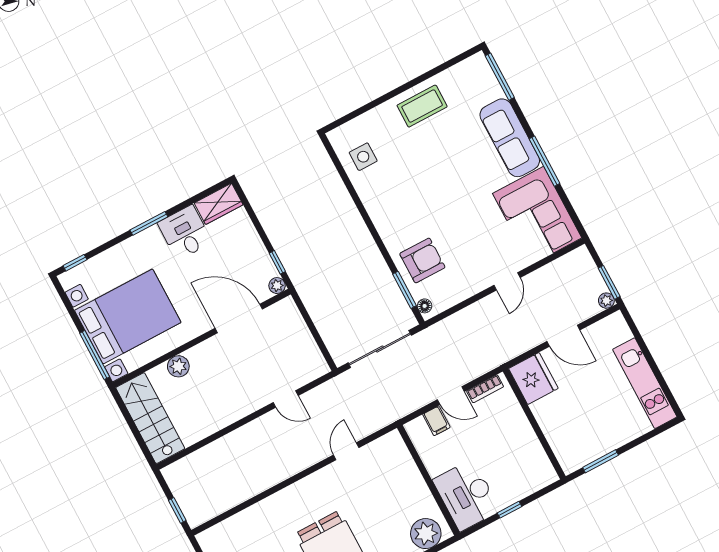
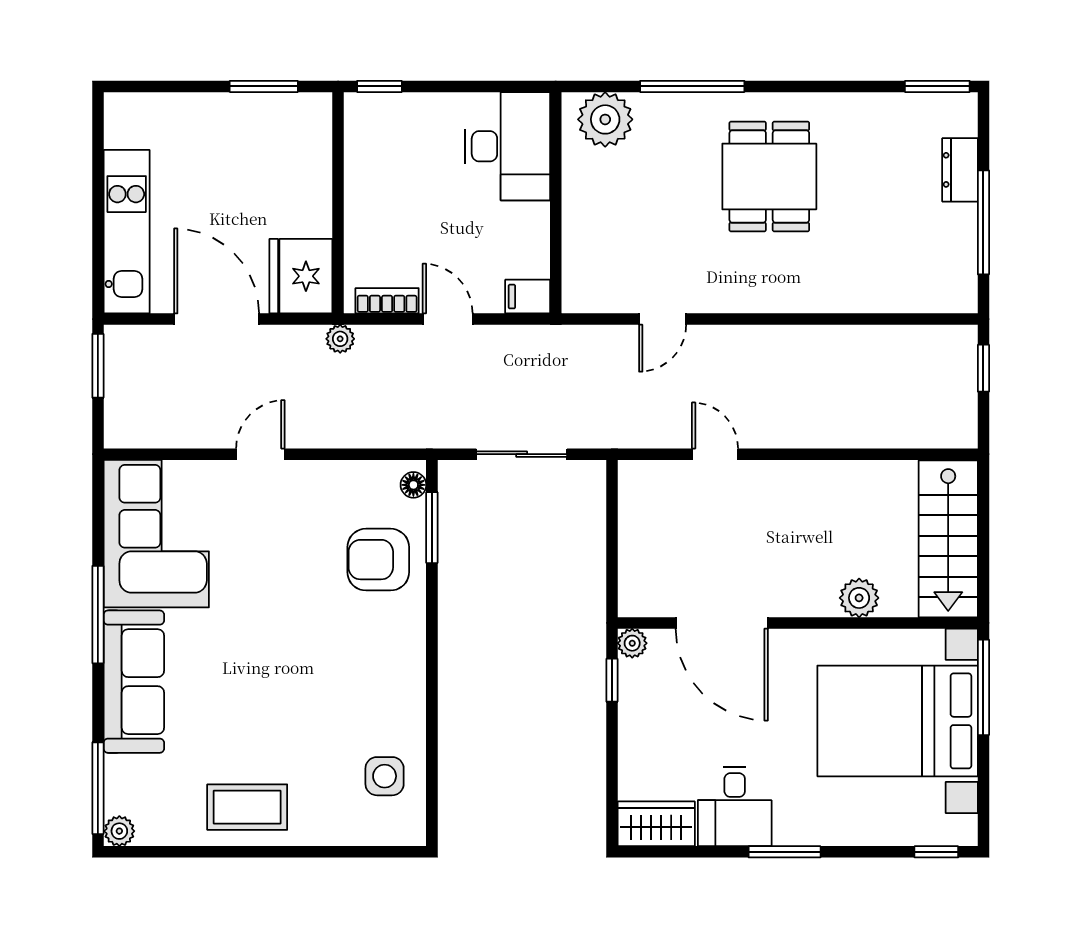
plant: (478, 61) -> (119, 831), added
plant: (606, 301) -> (340, 339), moved
door: (563, 336) -> (217, 319), width x1.36
sliding door: (380, 349) -> (522, 454), width x0.73
kitchen unit: (645, 383) -> (127, 232), moved
filing cabinet: (436, 421) -> (528, 297), moved, turned -90
window: (509, 510) -> (379, 86), moved

